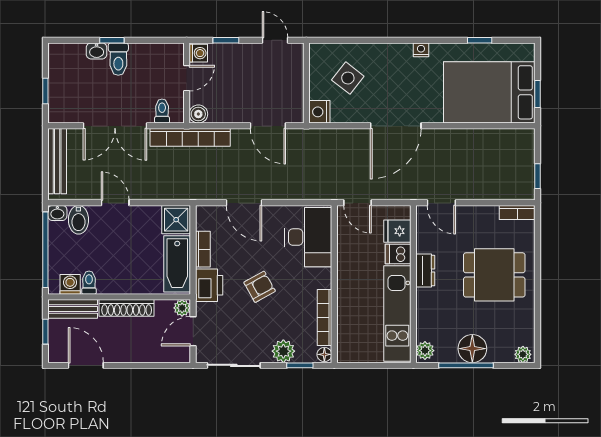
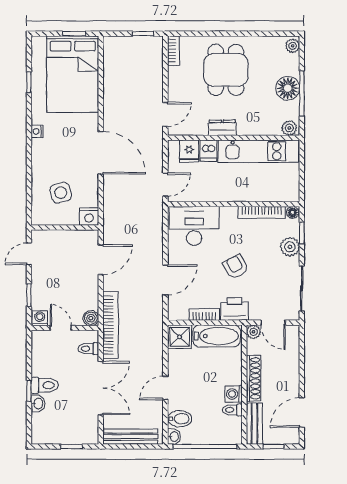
side table: (348, 78) -> (61, 193), turned 37
washing machine: (70, 284) -> (234, 394), moved

